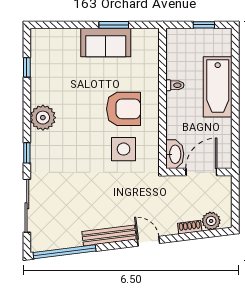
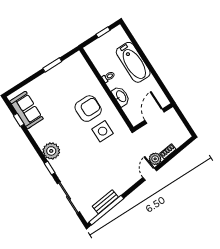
sofa: (106, 43) -> (26, 110), moved, turned -90
plant: (43, 118) -> (51, 151), moved
washbasin: (175, 154) -> (121, 96), moved
plant: (211, 221) -> (155, 159), moved
bench: (109, 235) -> (105, 202), moved, width x0.73
door: (148, 241) -> (150, 174), hinge flipped

